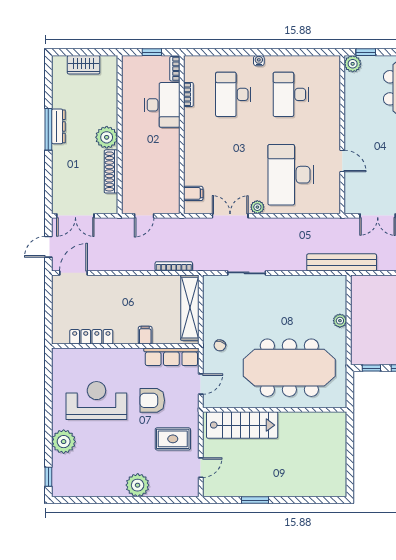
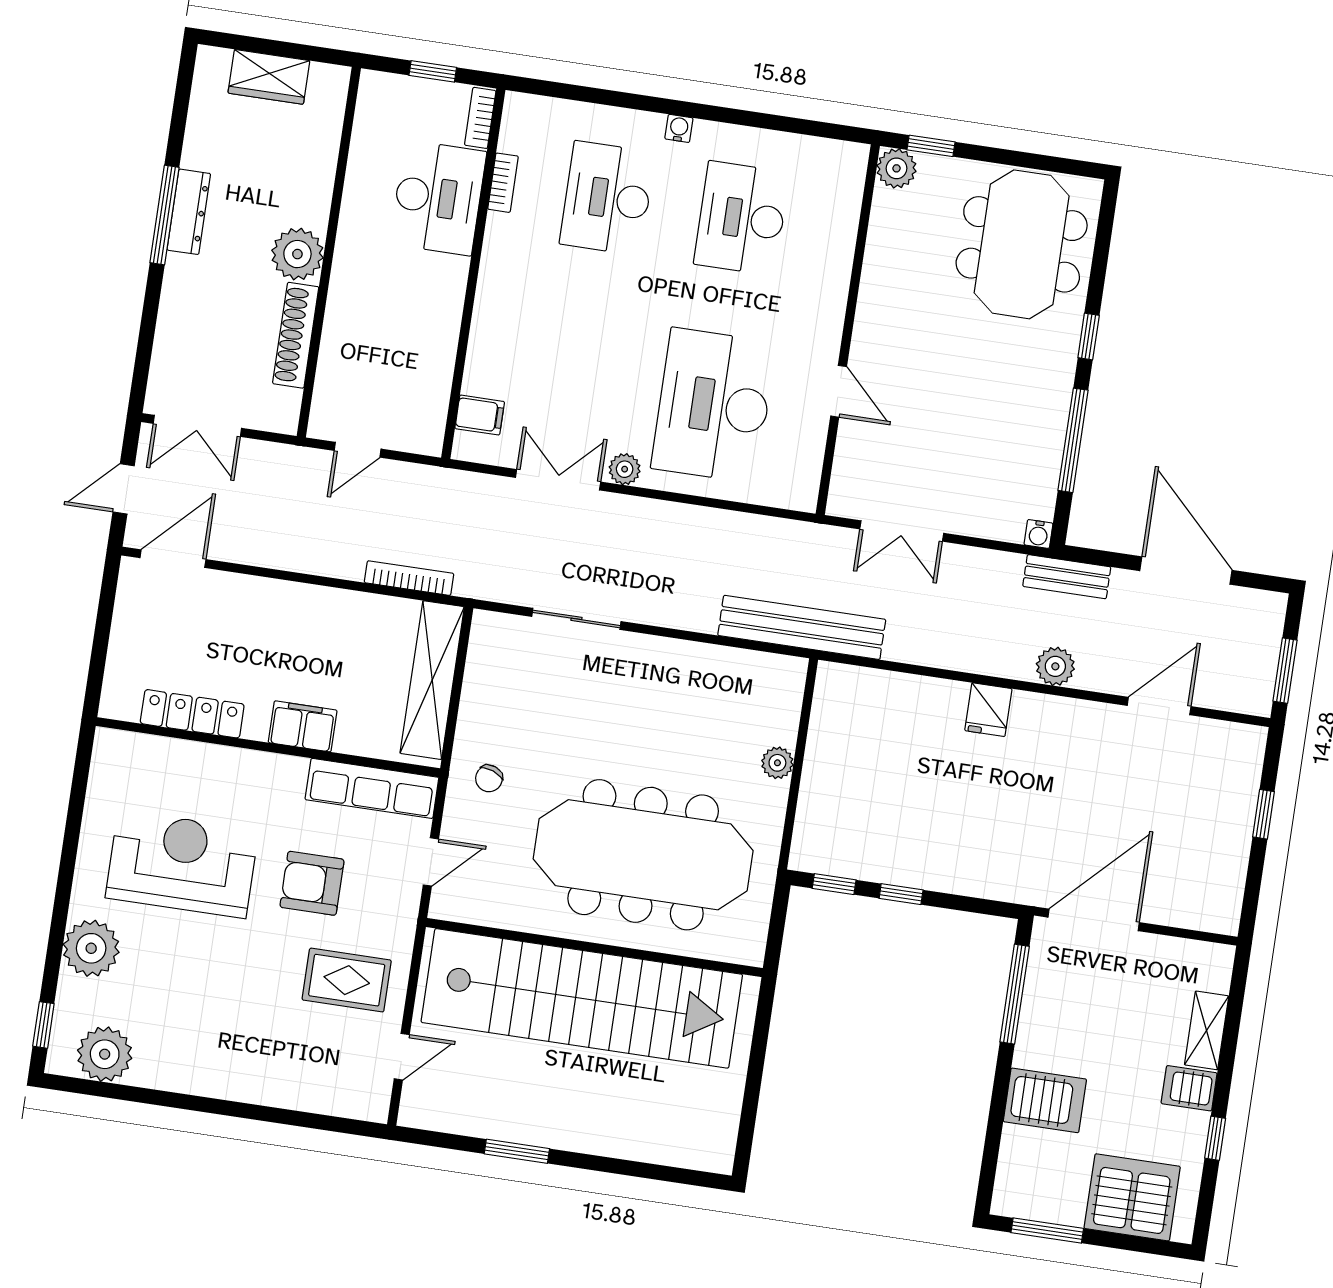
filing cabinet: (145, 335) -> (303, 726), width x2.00
stairs: (242, 425) -> (582, 998), width x1.86, depth x1.51
plant: (138, 485) -> (105, 1054), moved

